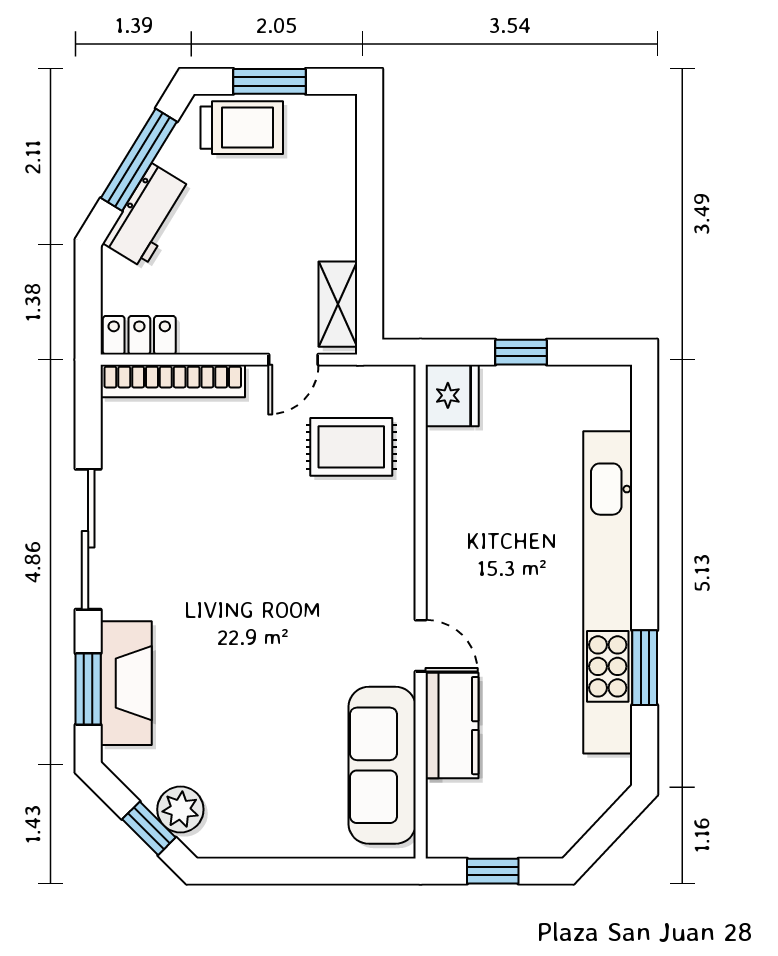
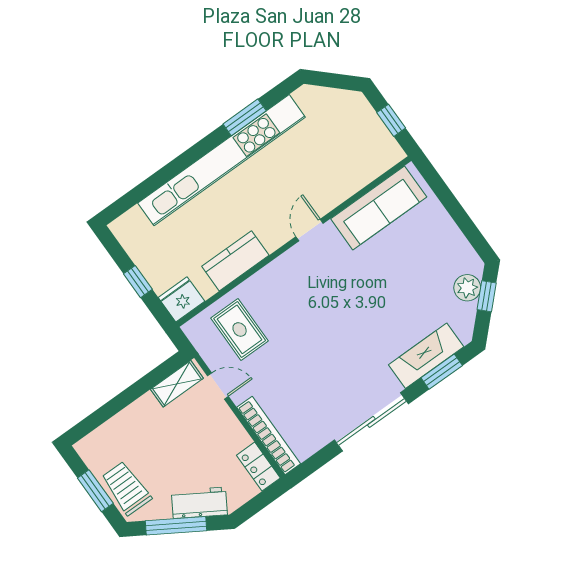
kitchen counter: (452, 726) -> (235, 261), moved

